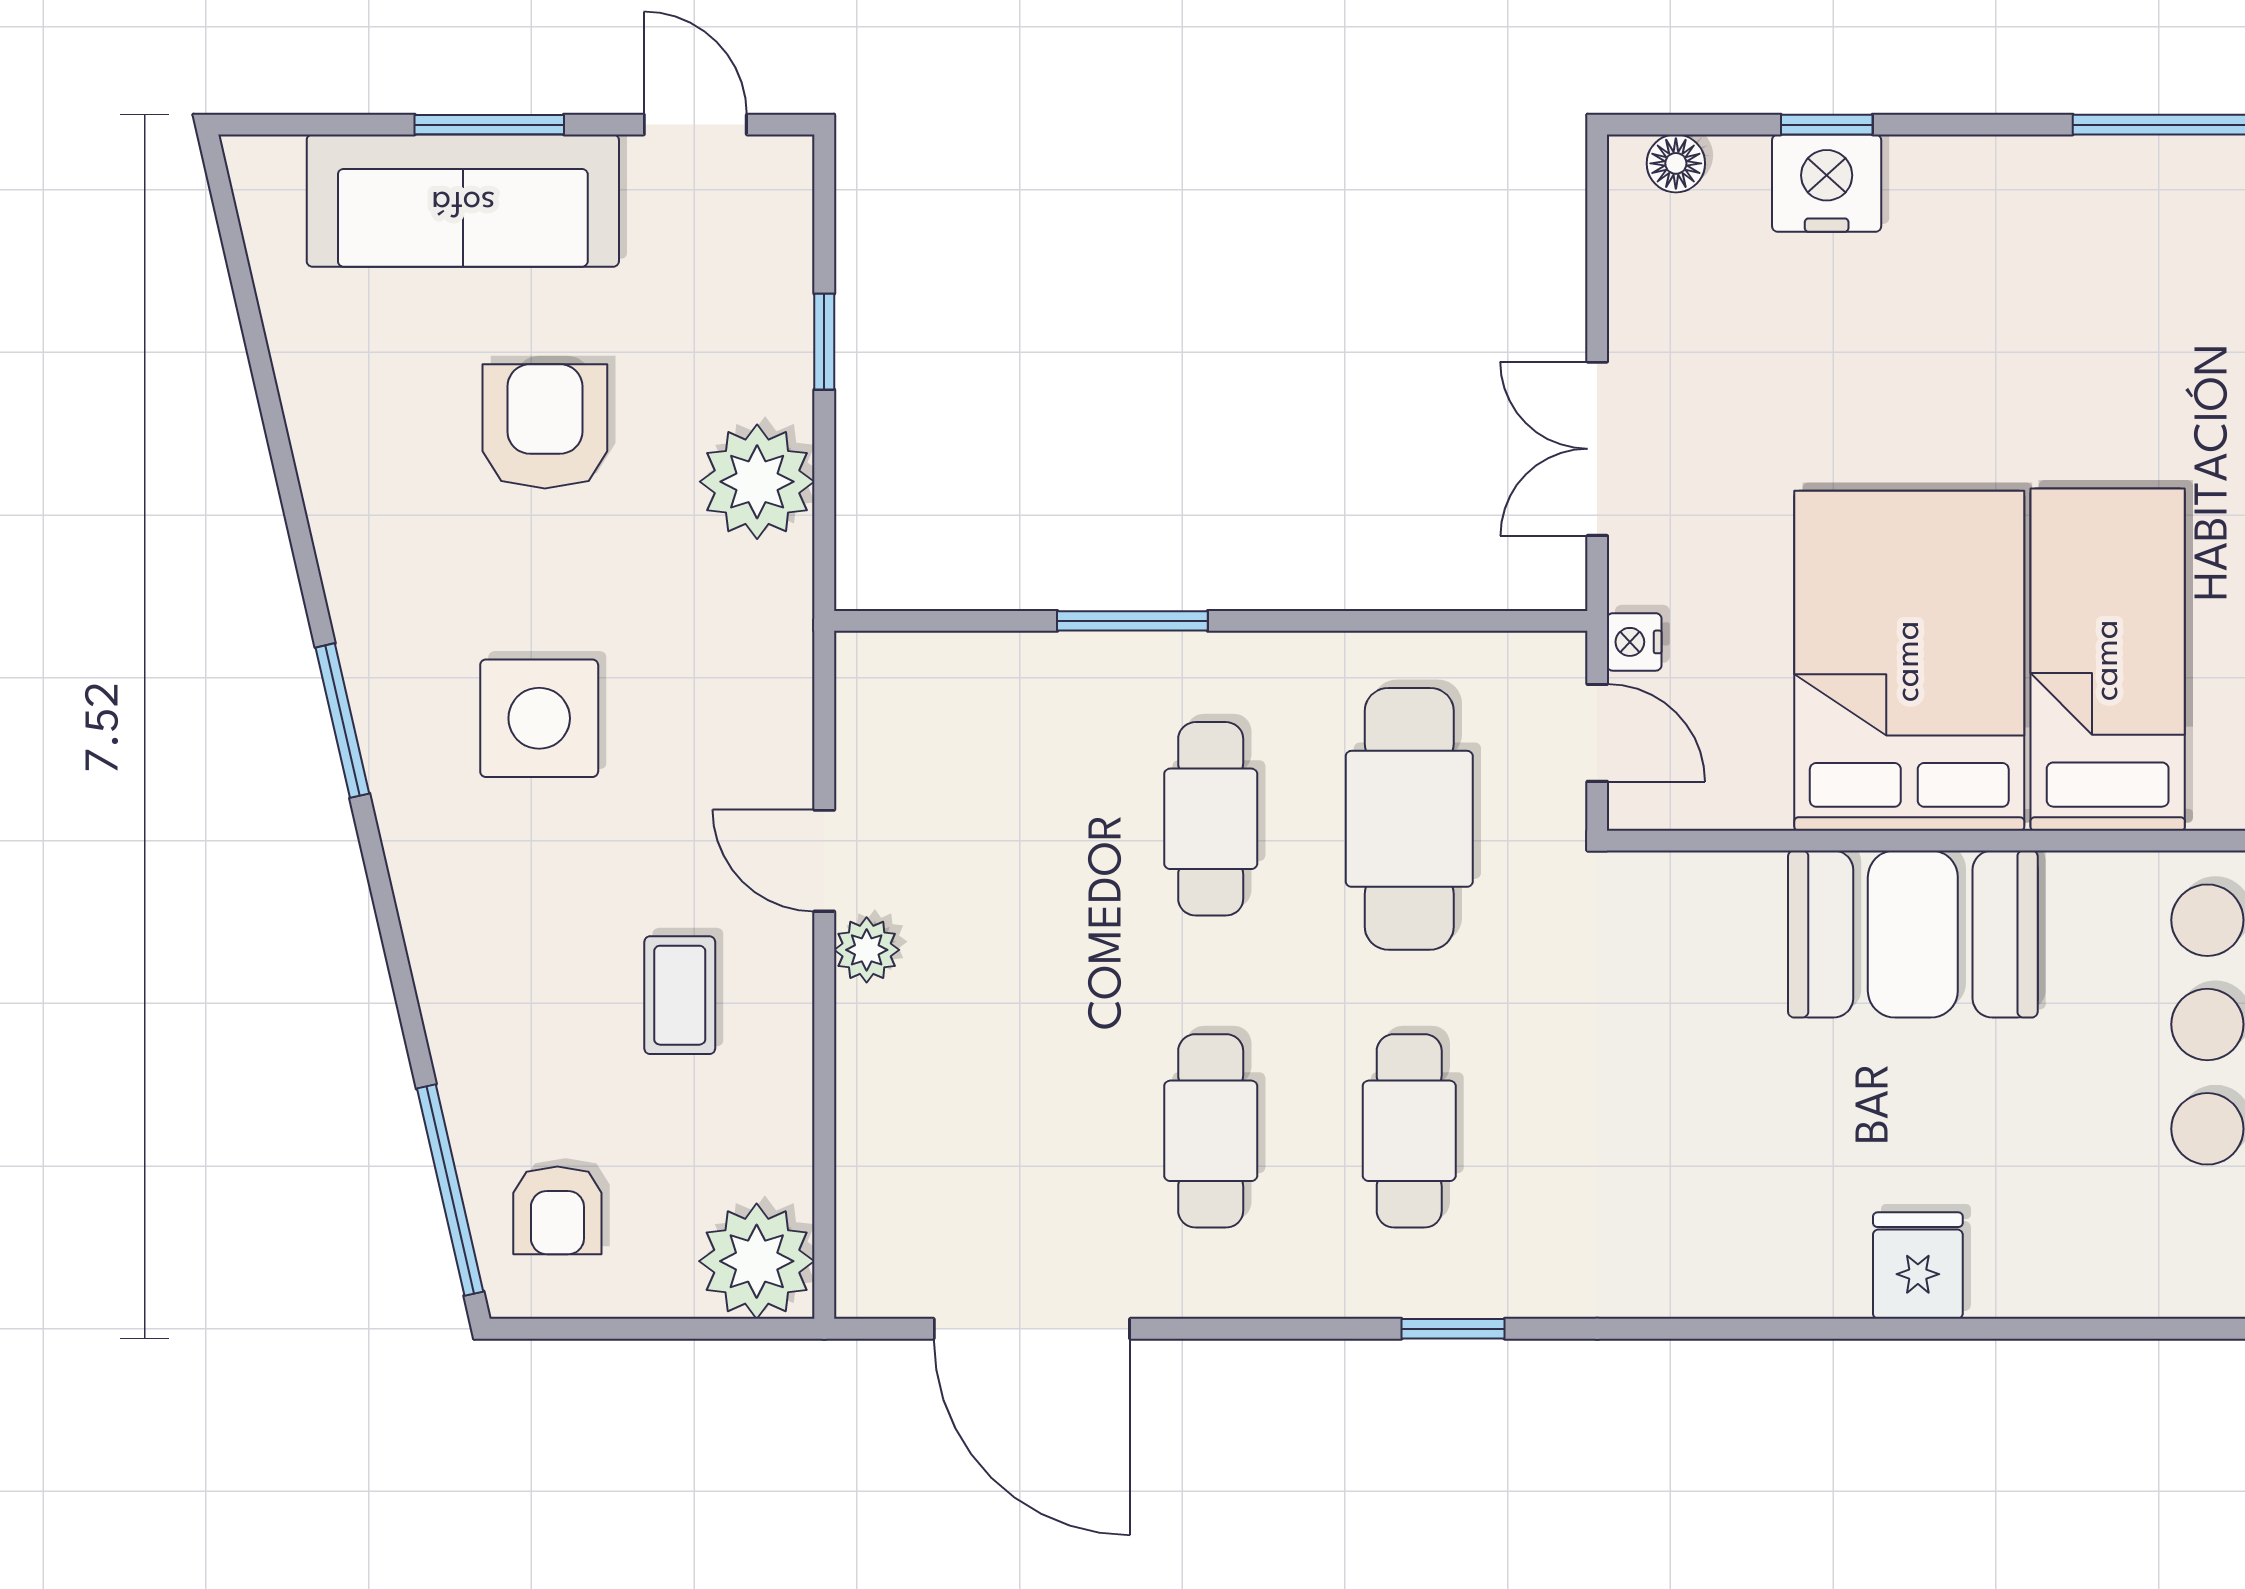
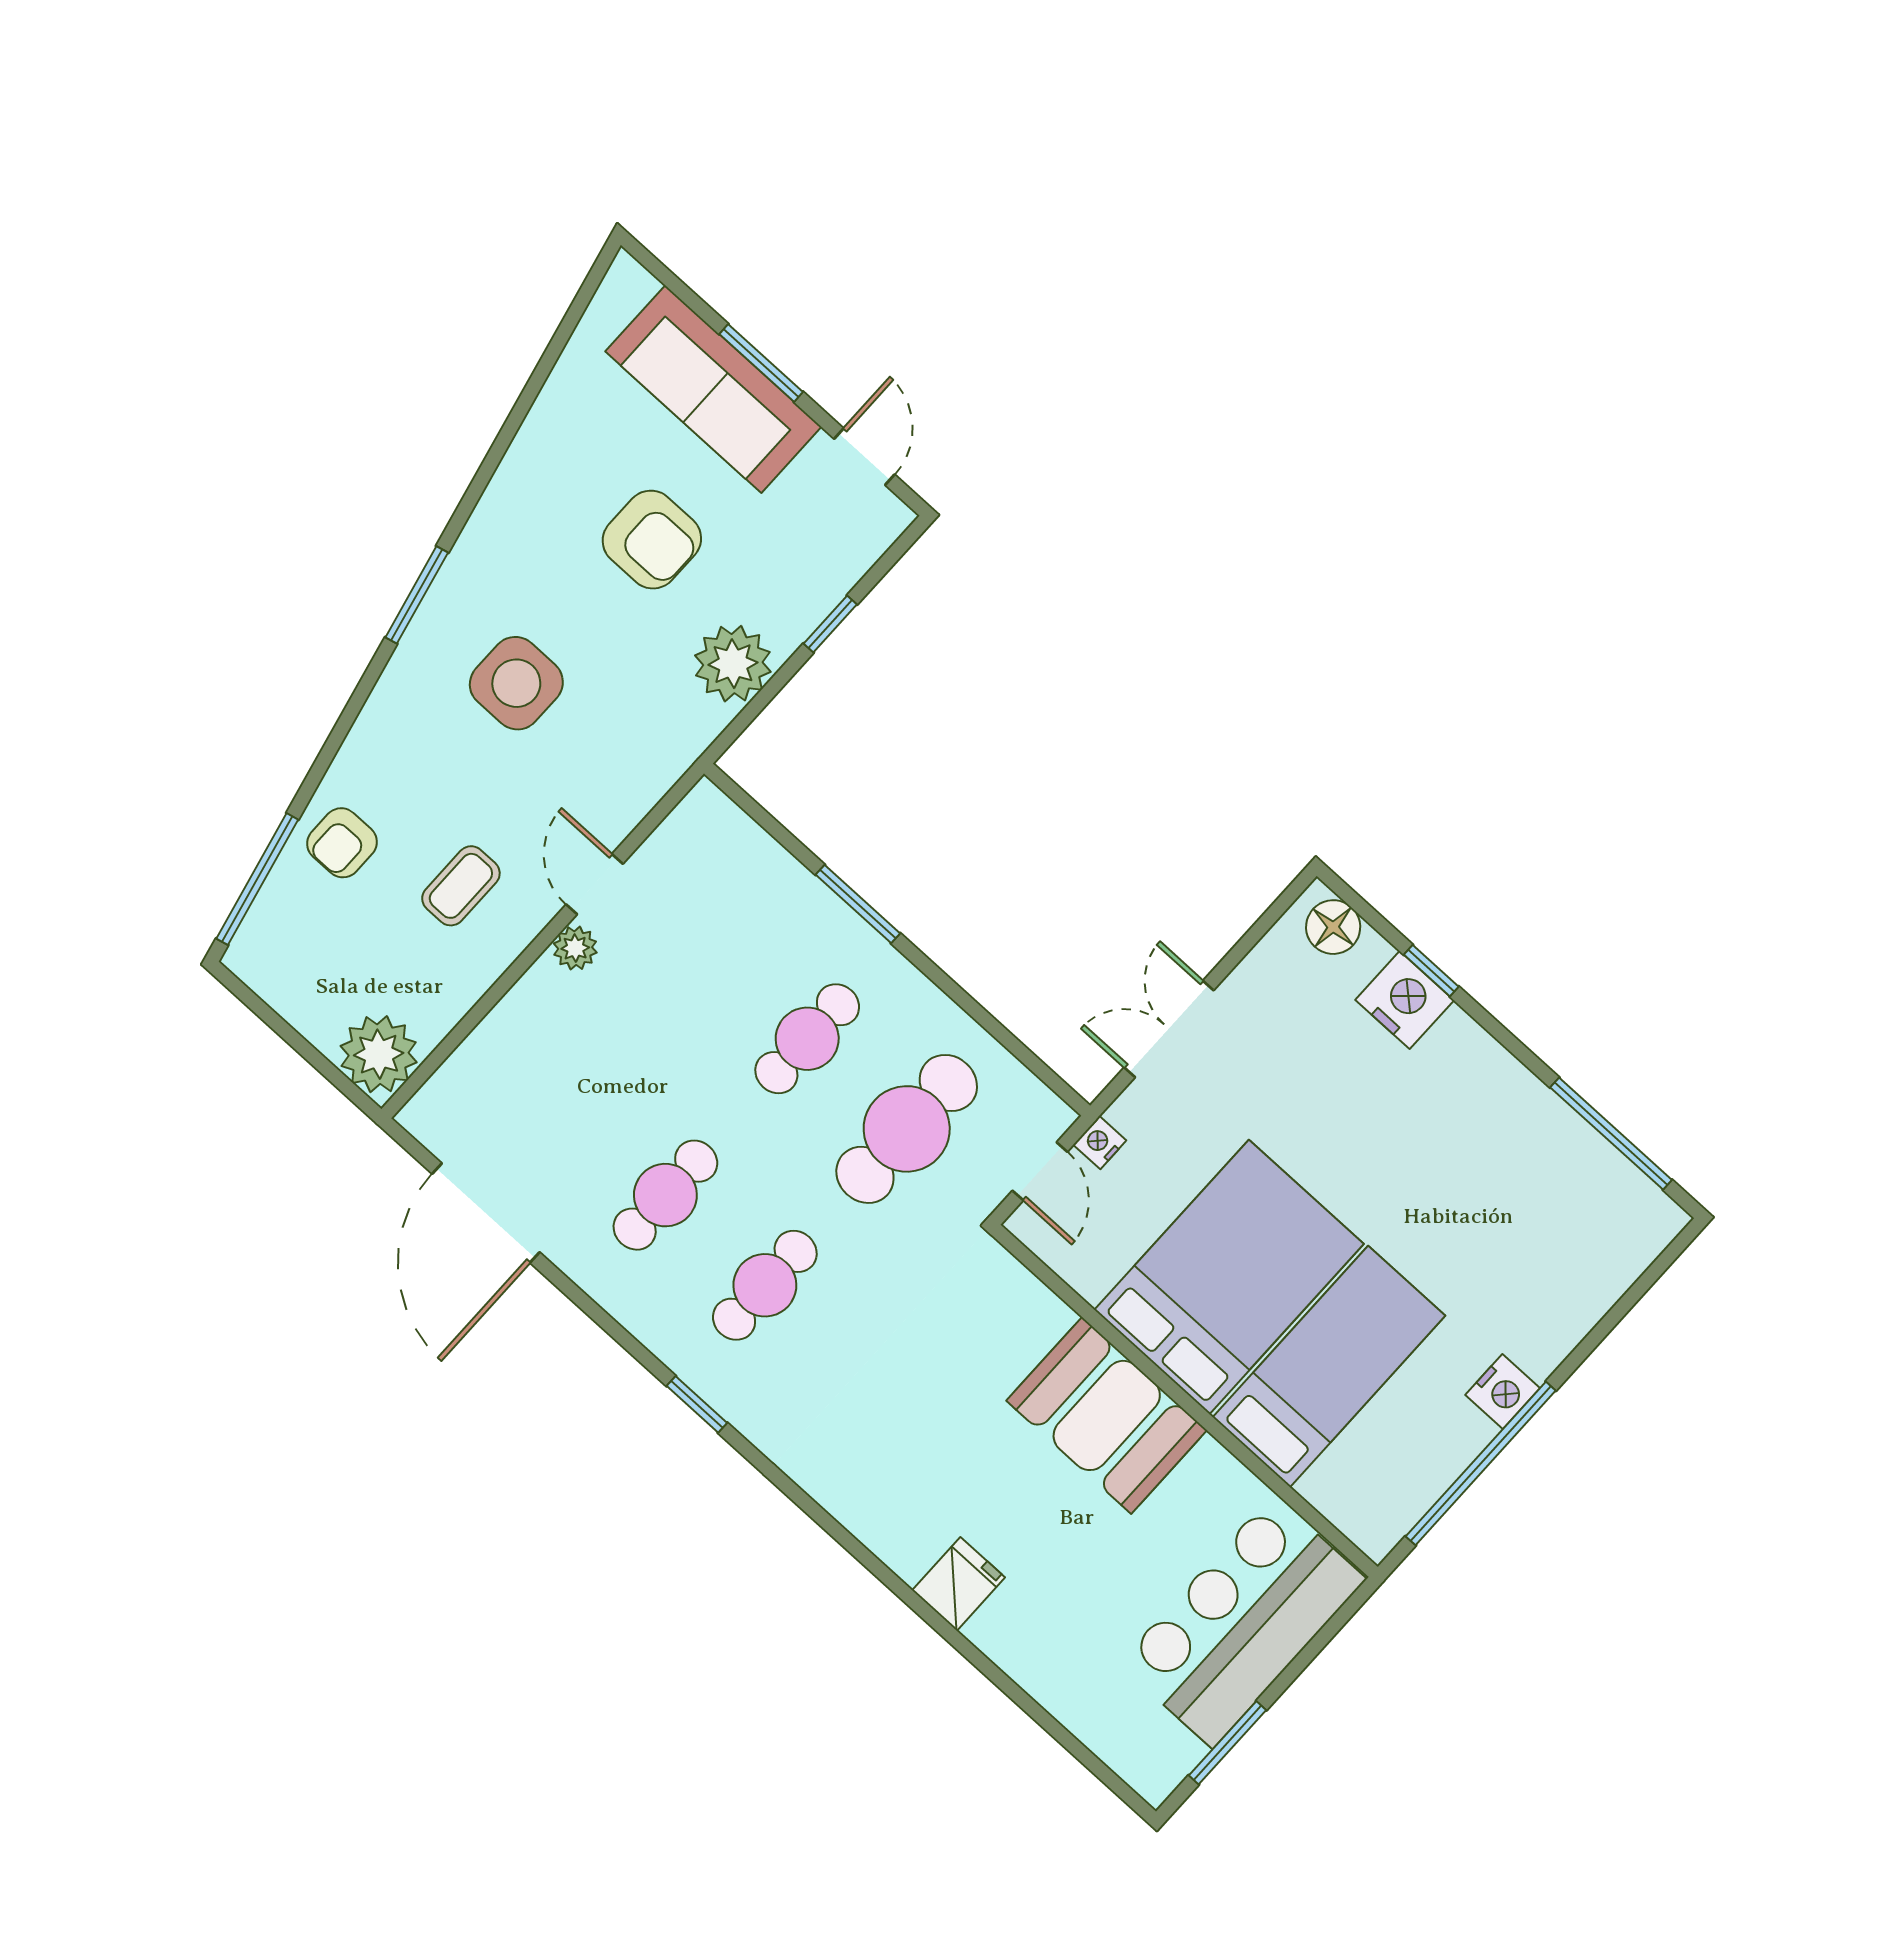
floor lamp: (1676, 163) -> (1333, 927), width x1.37, depth x1.37
armchair: (545, 426) -> (652, 540), turned 90
armchair: (557, 1210) -> (342, 843), moved

